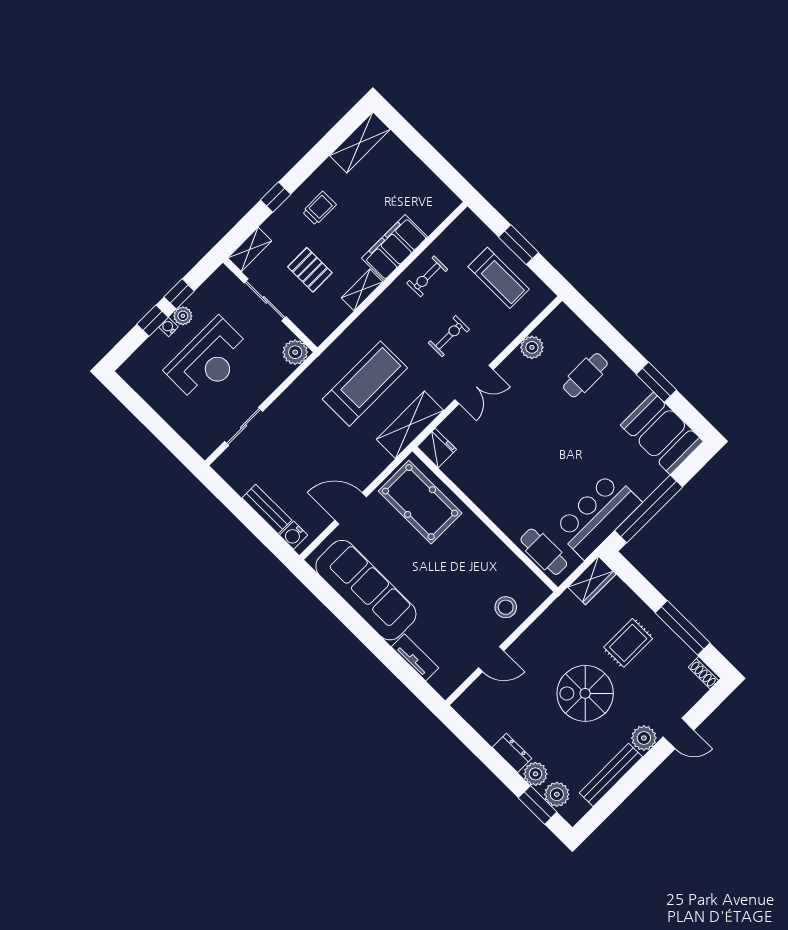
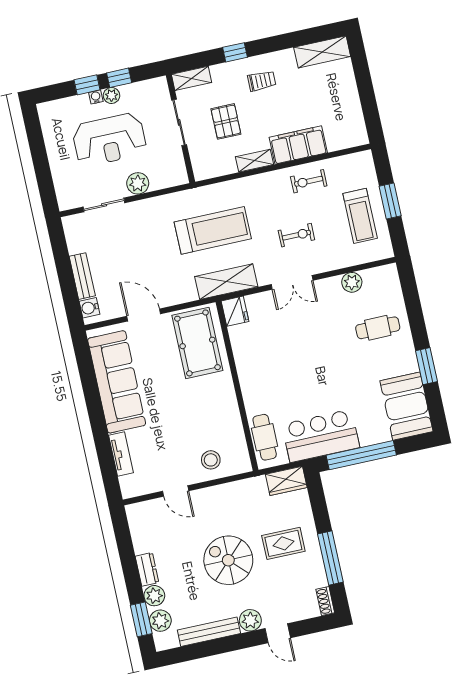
plant: (295, 352) -> (138, 183), moved

